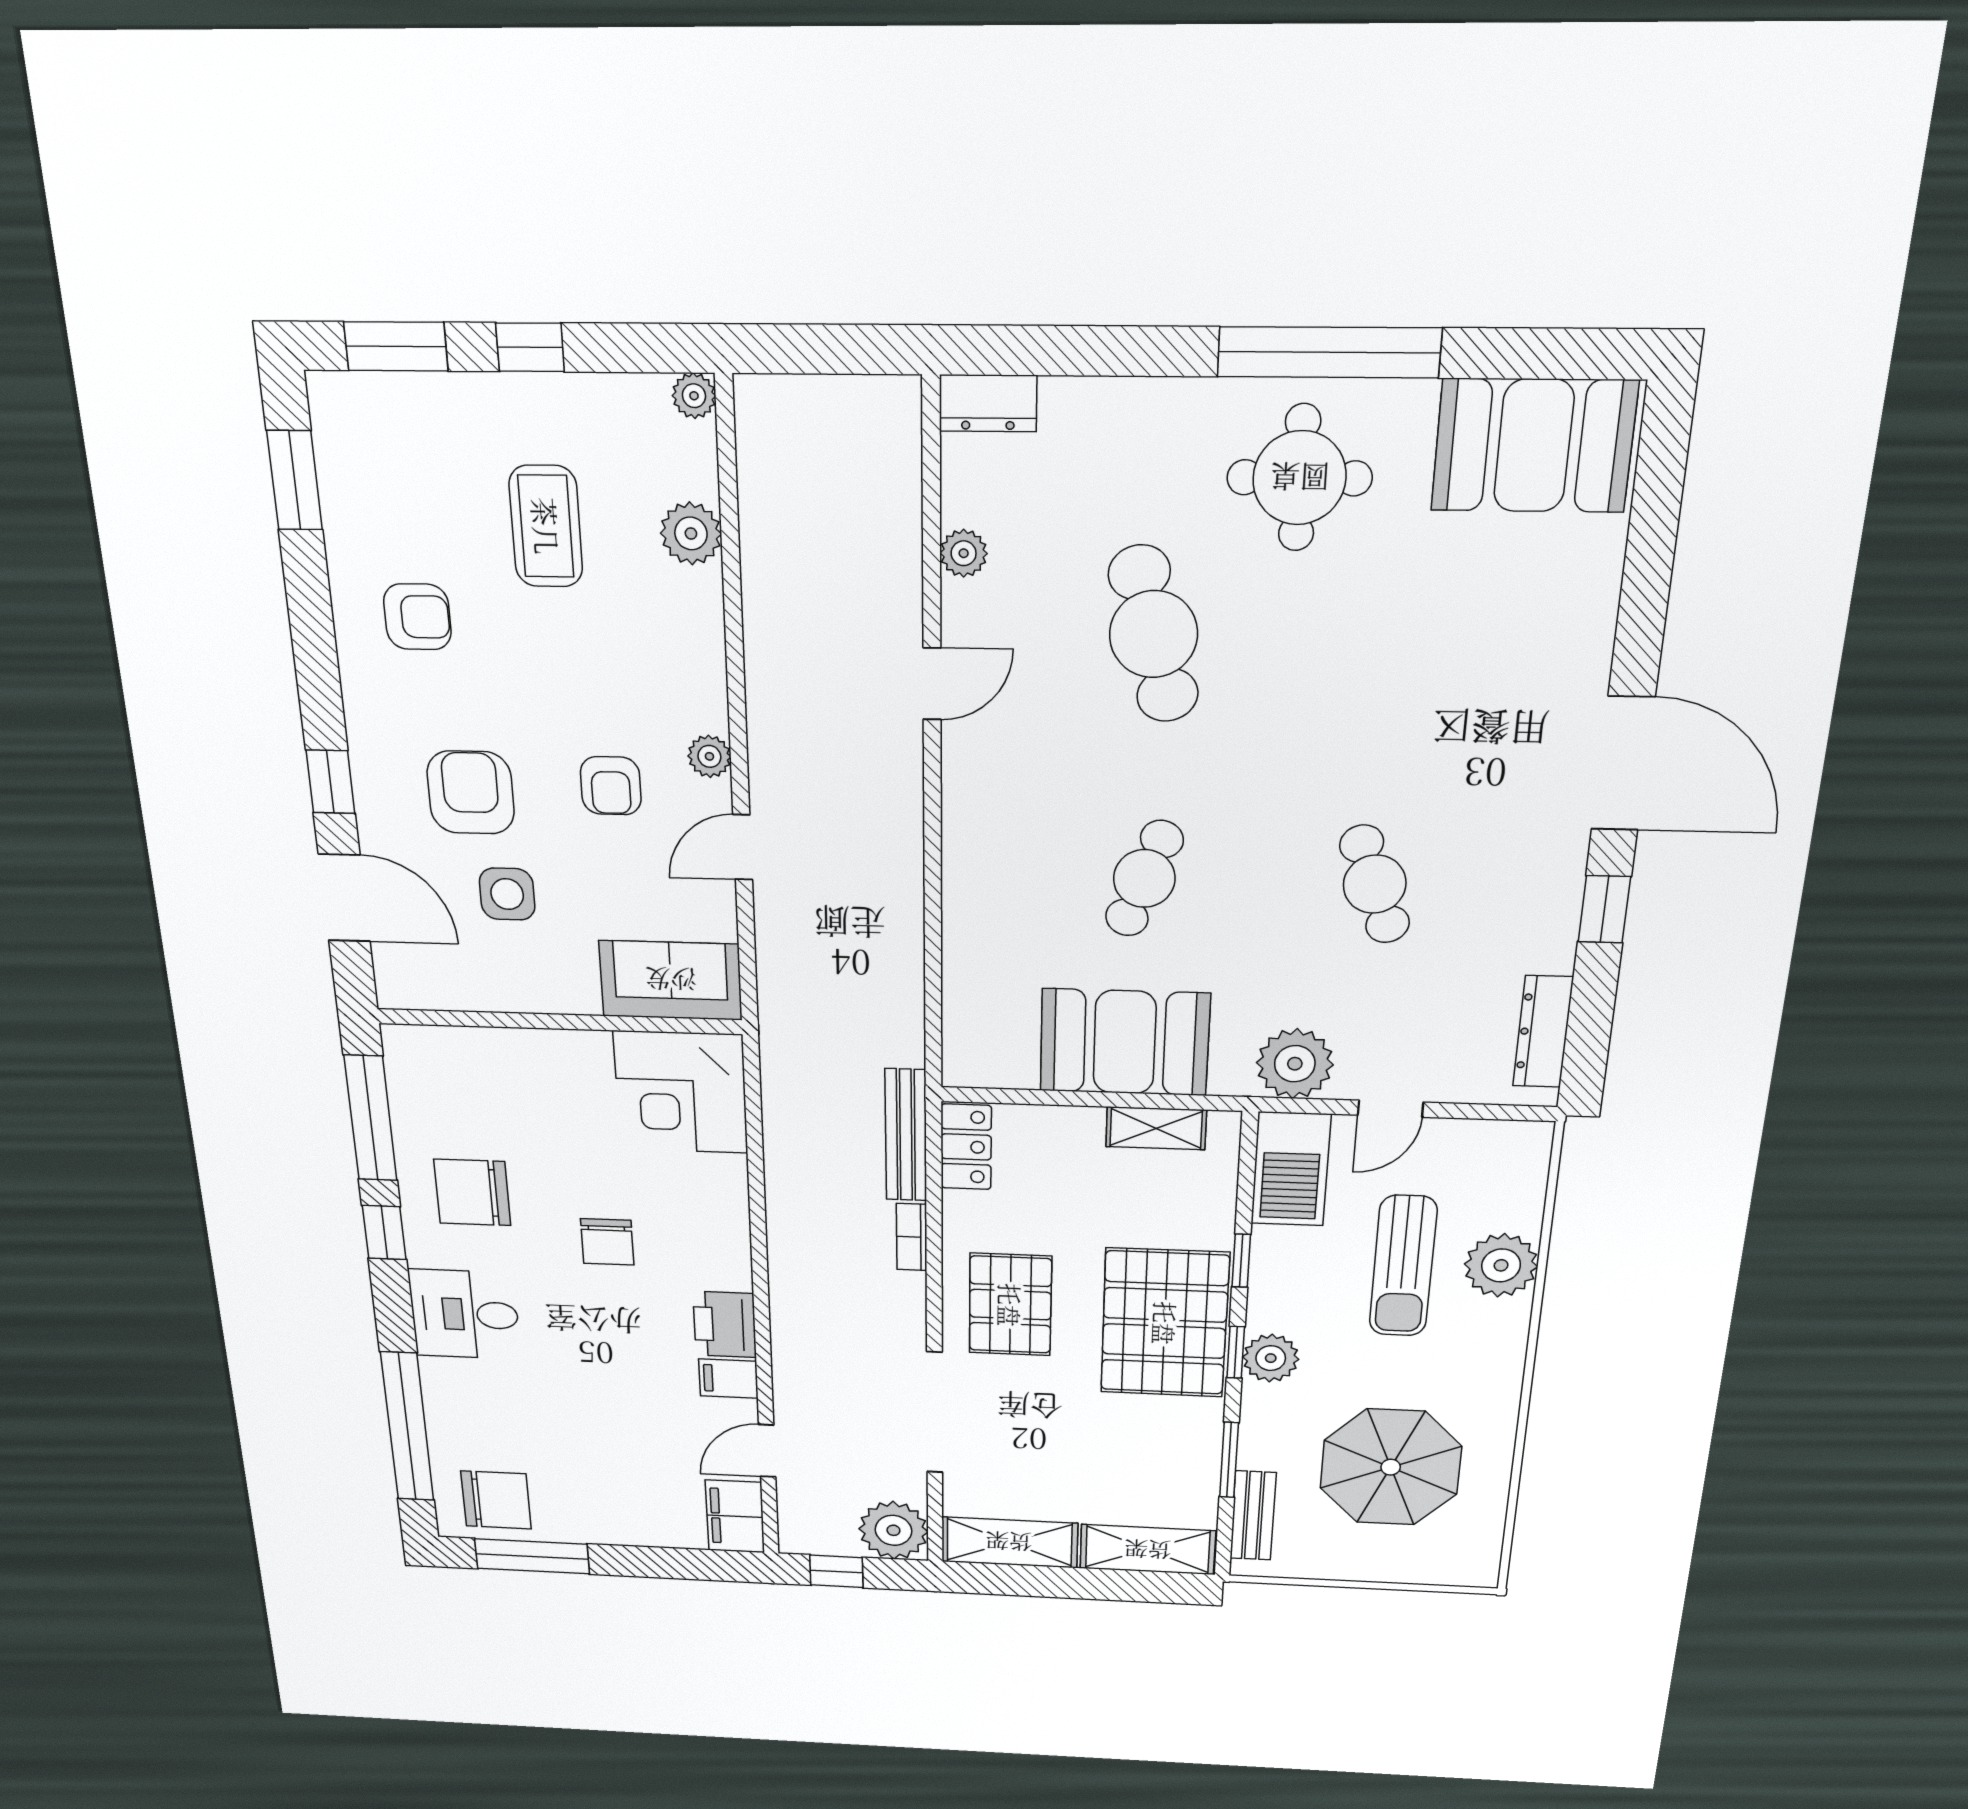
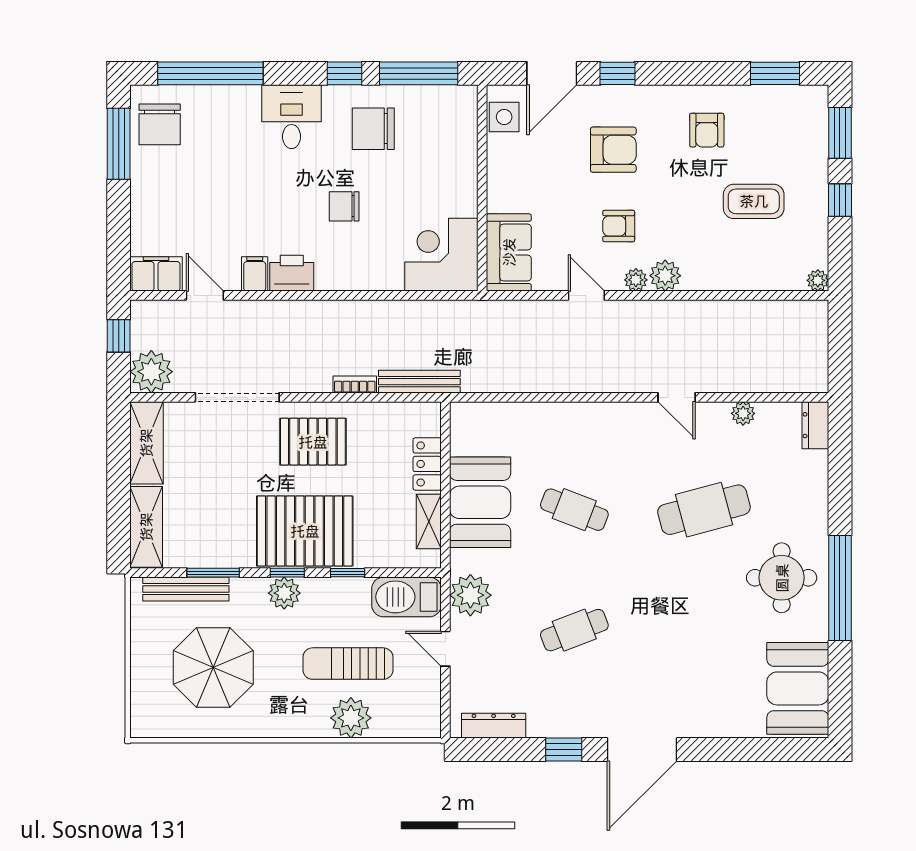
plant: (691, 533) -> (665, 276), moved
side table: (507, 894) -> (504, 117), moved
locker: (966, 1147) -> (427, 464), moved, turned 90
chair: (472, 1192) -> (373, 129), turned -90
bench: (1253, 1516) -> (186, 589), width x1.36

